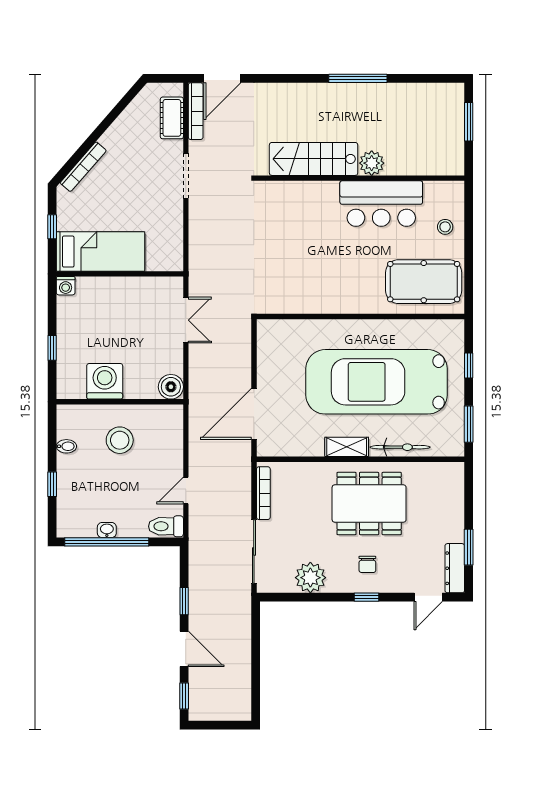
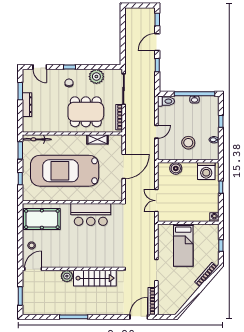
cot: (172, 118) -> (163, 298), removed
door: (442, 178) -> (33, 269), added
bar counter: (381, 204) -> (91, 215), moved, turned 180
bed: (100, 252) -> (183, 245), moved, turned -90
washing machine: (105, 381) -> (206, 171), moved
car: (377, 382) -> (65, 171), turned 180
boiler: (171, 387) -> (176, 168), moved
door: (254, 414) -> (124, 166), moved
shelving: (347, 447) -> (97, 139), moved
bicycle: (400, 447) -> (37, 139), moved
door: (186, 490) -> (156, 132), moved
dining table: (369, 504) -> (86, 112), moved
dresser: (455, 568) -> (27, 105), moved
door: (428, 597) -> (40, 67), swing flipped
door: (184, 649) -> (157, 42), hinge flipped

